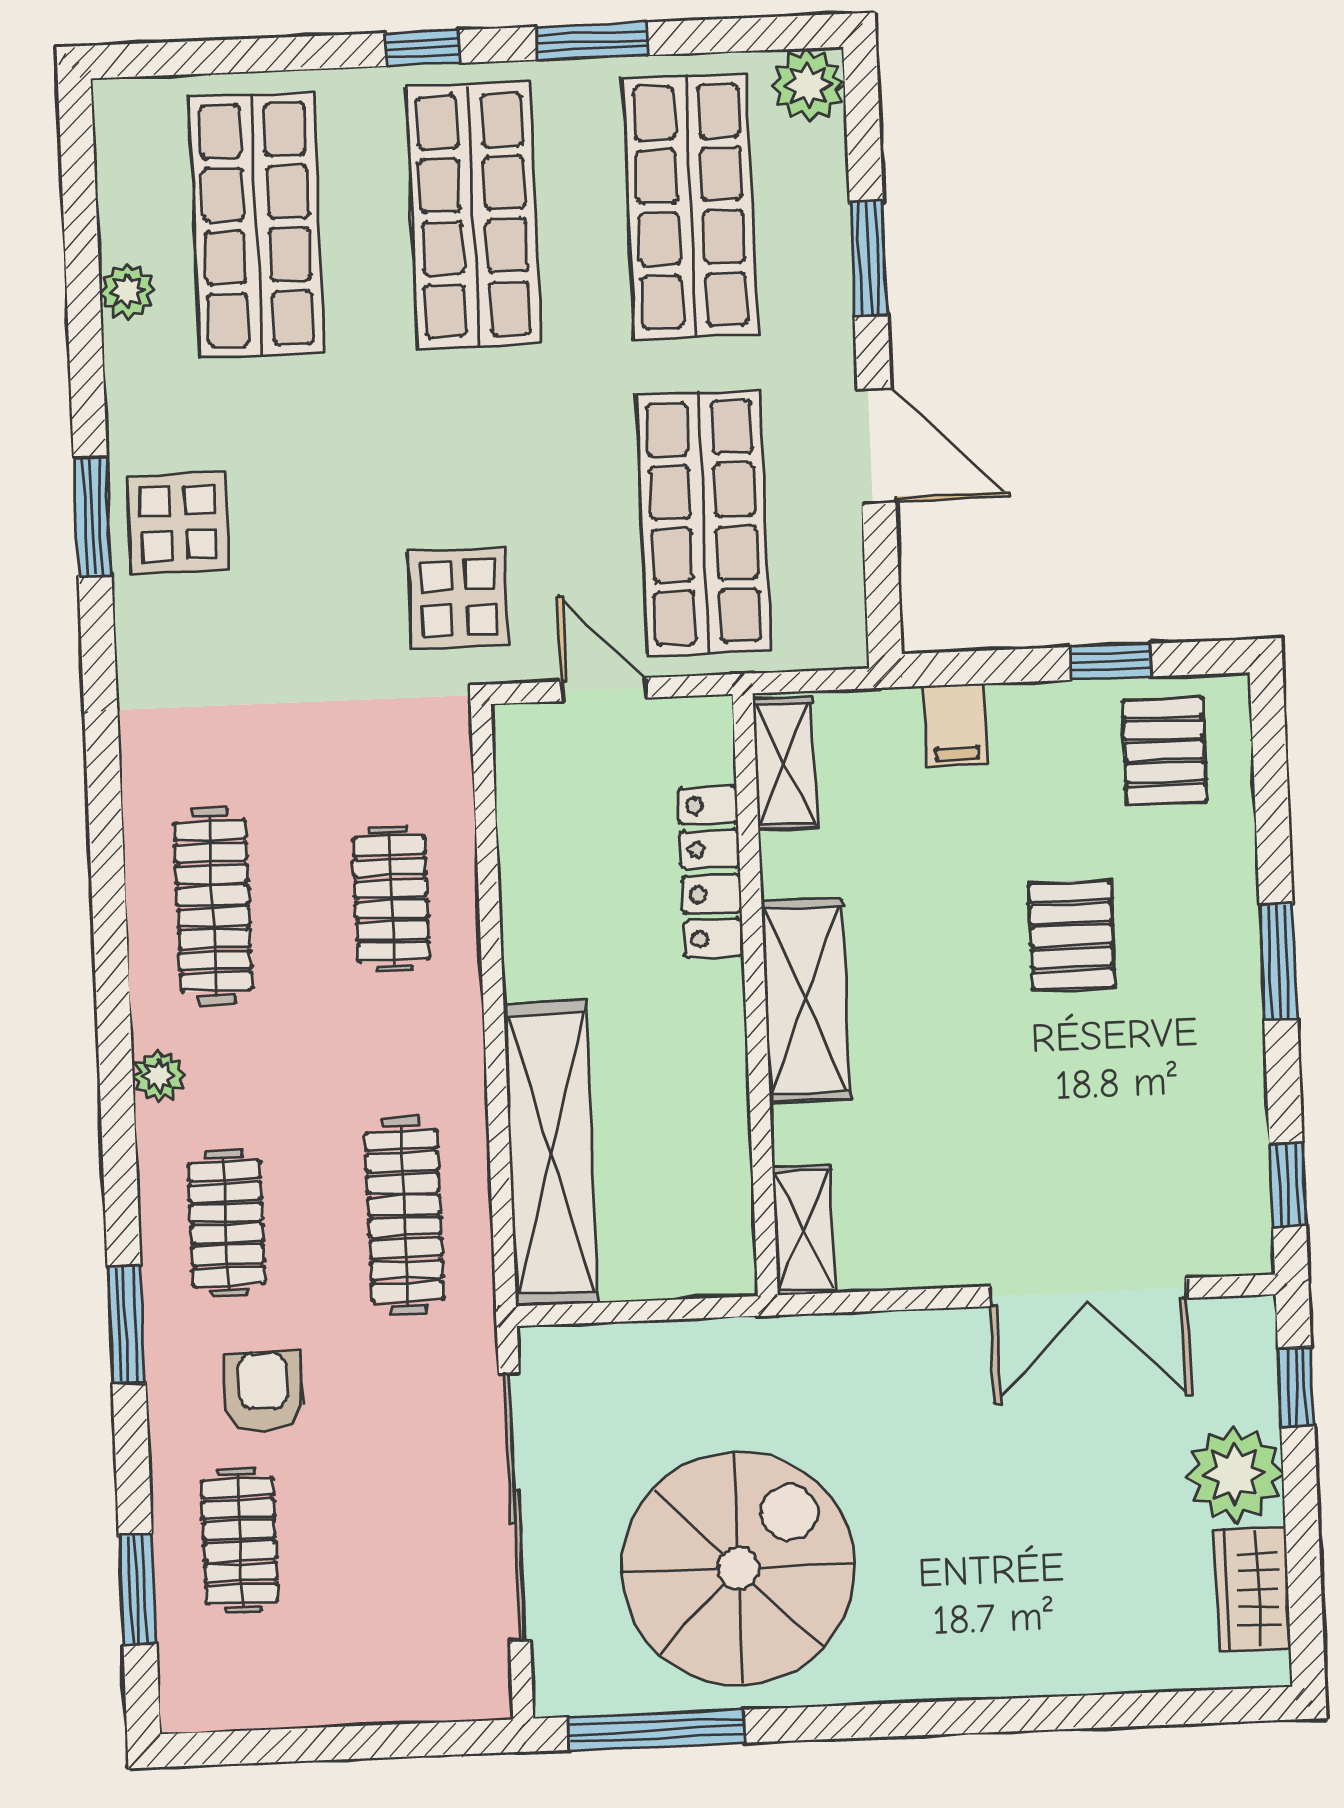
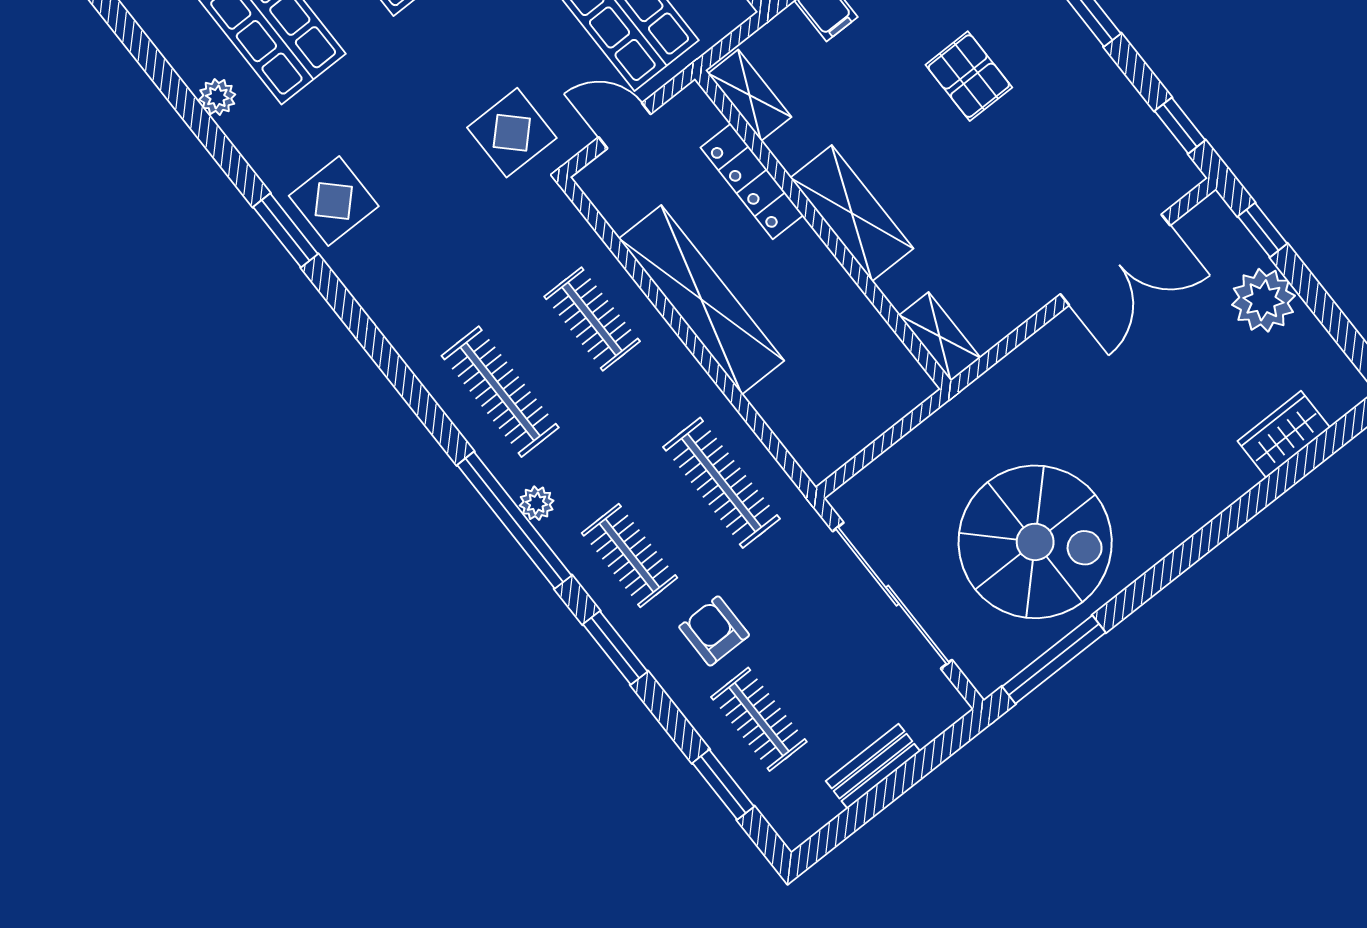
window: (116, 1077) -> (514, 520), added
shelving: (551, 1154) -> (701, 300), moved
spiral stairs: (738, 1568) -> (1035, 542), turned 90
wardrobe: (1252, 1589) -> (1284, 434), moved, turned 90
bench: (339, 1700) -> (873, 766), added

